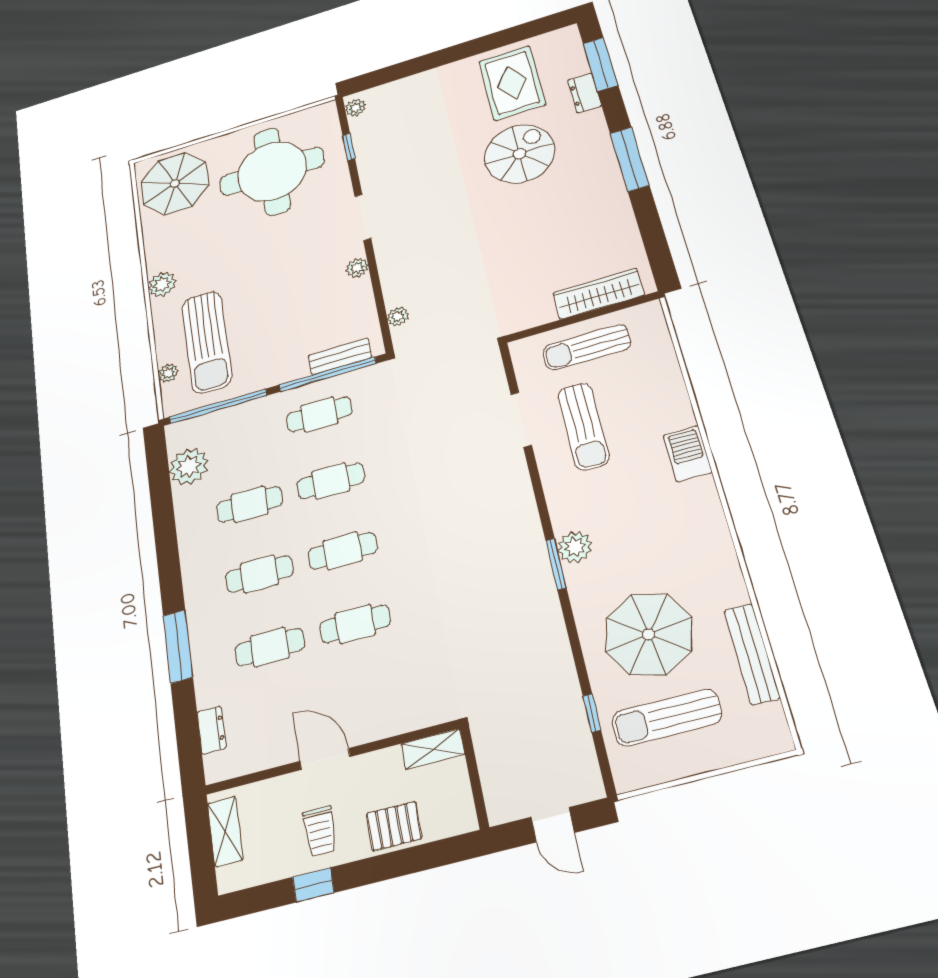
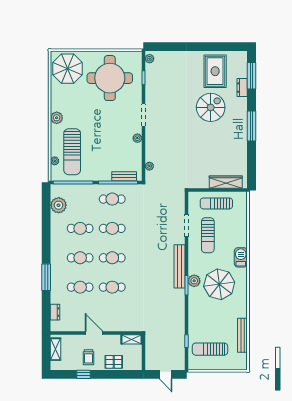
bench: (526, 522) -> (179, 266), added
parasol: (649, 634) -> (219, 284), moved

